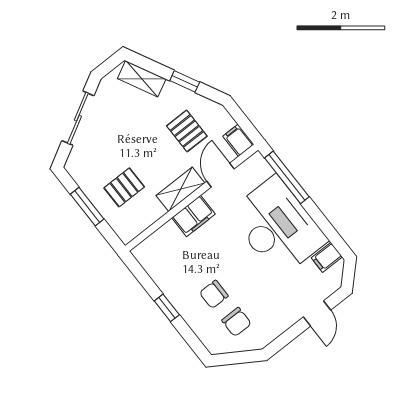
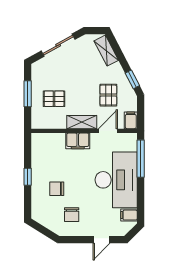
window: (185, 81) -> (132, 79), moved
chair: (236, 322) -> (72, 215), moved

